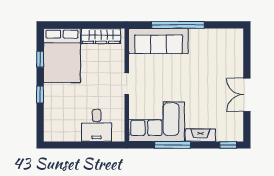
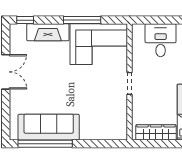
window: (178, 25) -> (45, 144), moved
sofa: (158, 41) -> (49, 127), moved
fireplace: (200, 135) -> (48, 32), width x1.37, depth x1.32

